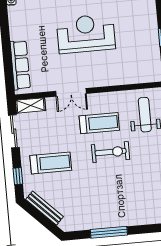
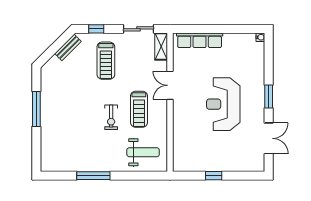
reception desk: (86, 34) -> (223, 104), turned 180
exercise bike: (111, 152) -> (111, 117), width x0.73, depth x0.72
bench: (44, 208) -> (68, 47), width x0.73

